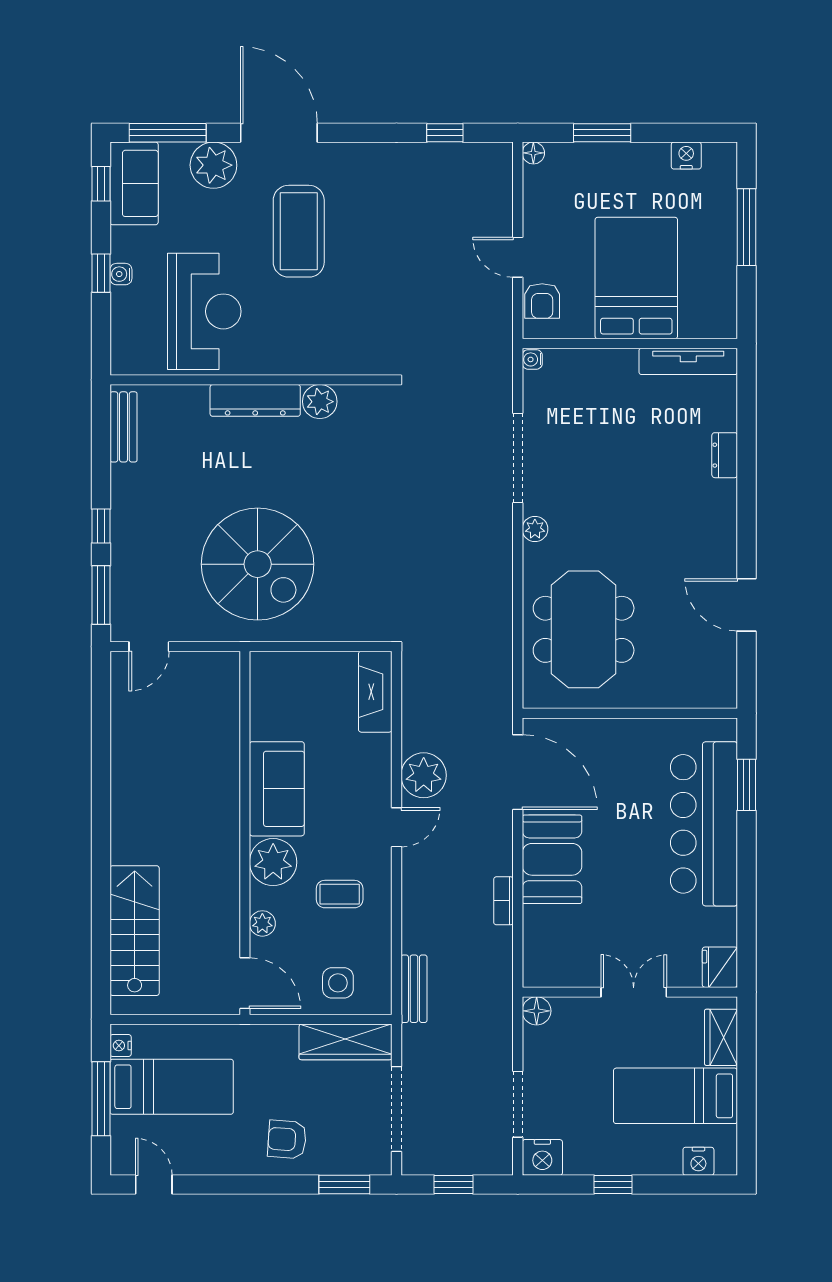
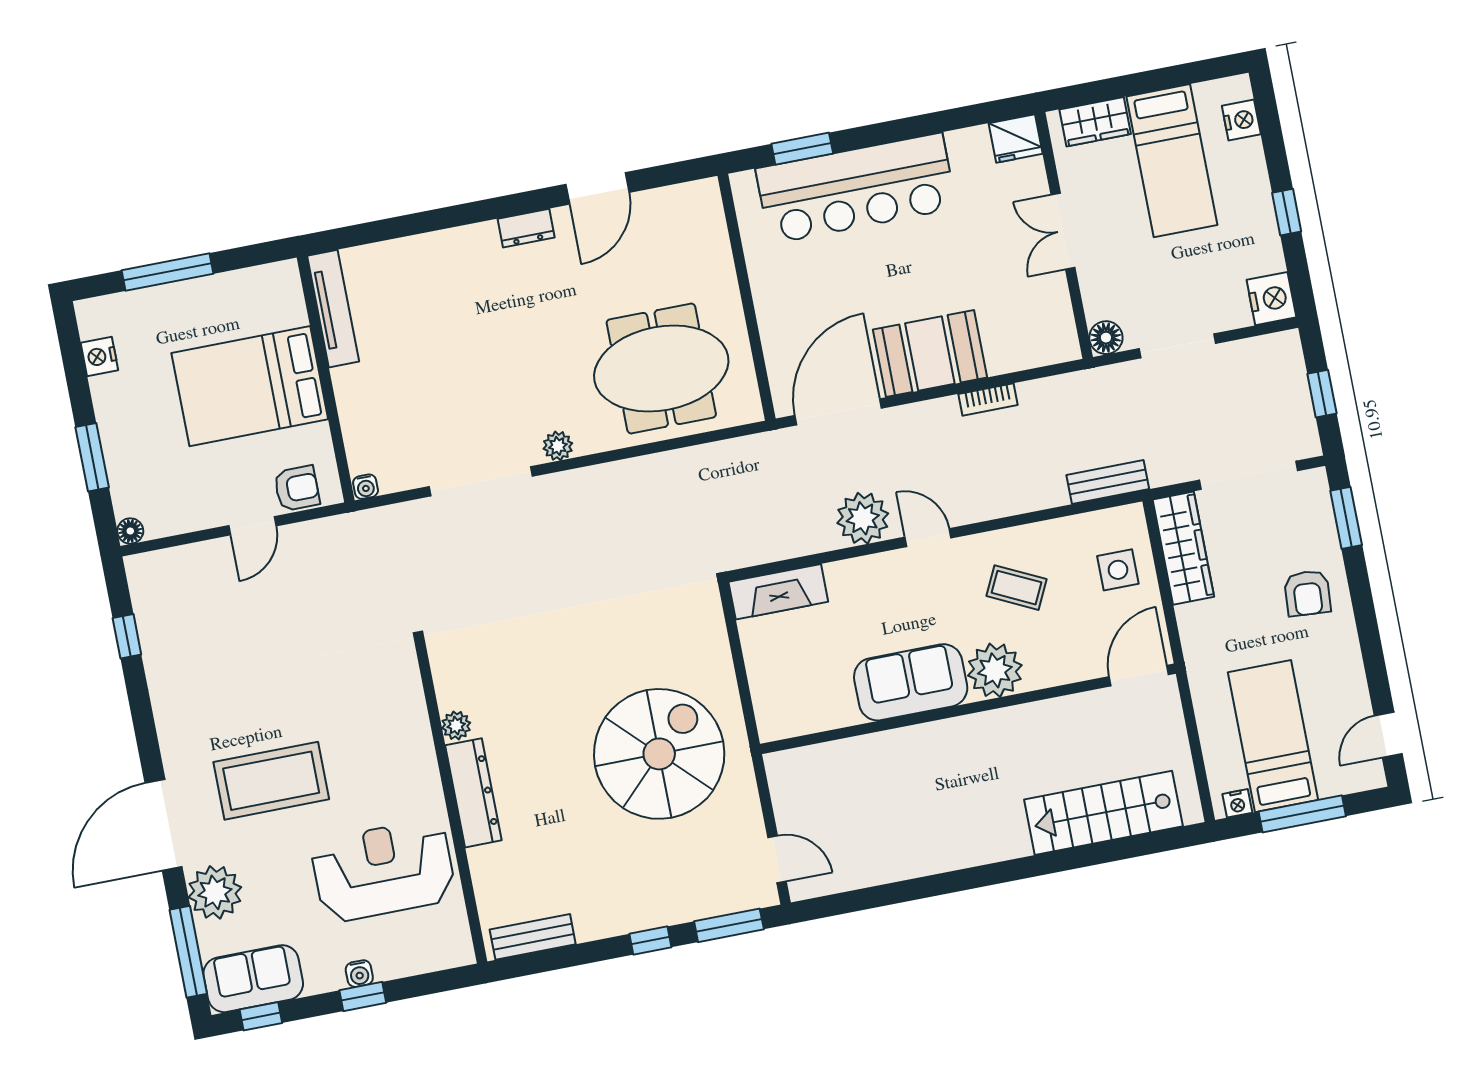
plant: (320, 402) -> (456, 725), width x0.73, depth x0.73
dresser: (725, 455) -> (526, 228), moved
coffee table: (340, 894) -> (1016, 588), turned -64
plant: (262, 923) -> (1067, 669), removed
doorway: (518, 1104) -> (1177, 346), moved

